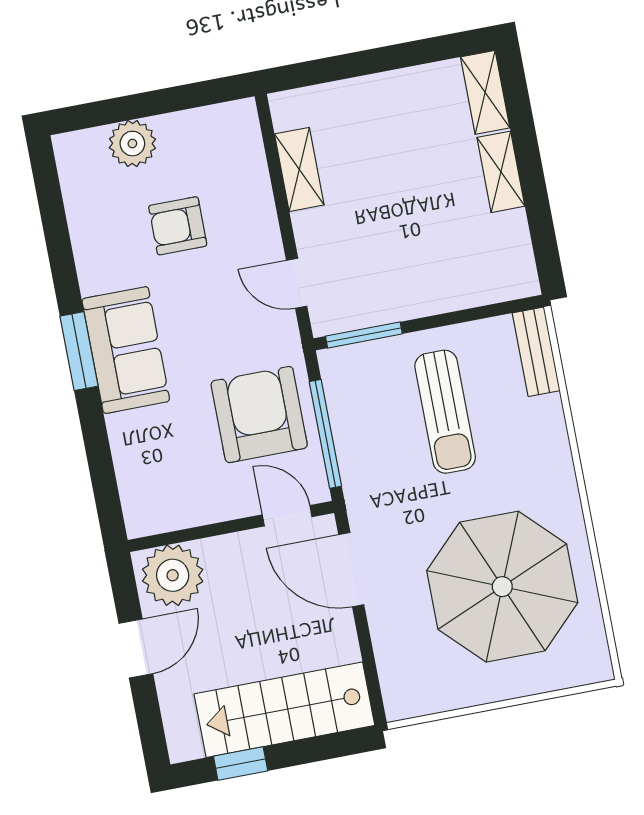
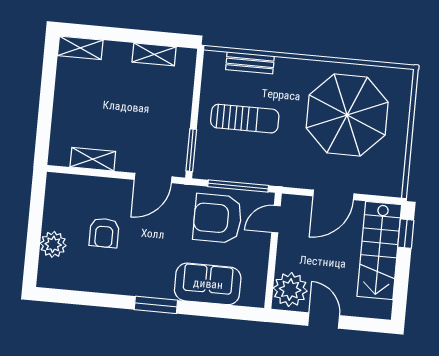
shelving: (501, 172) -> (154, 54), moved
door: (297, 283) -> (153, 178), width x1.38
sofa: (126, 350) -> (208, 284), moved
bench: (536, 352) -> (250, 63), moved
door: (351, 570) -> (333, 195), moved
window: (241, 764) -> (406, 234), moved

